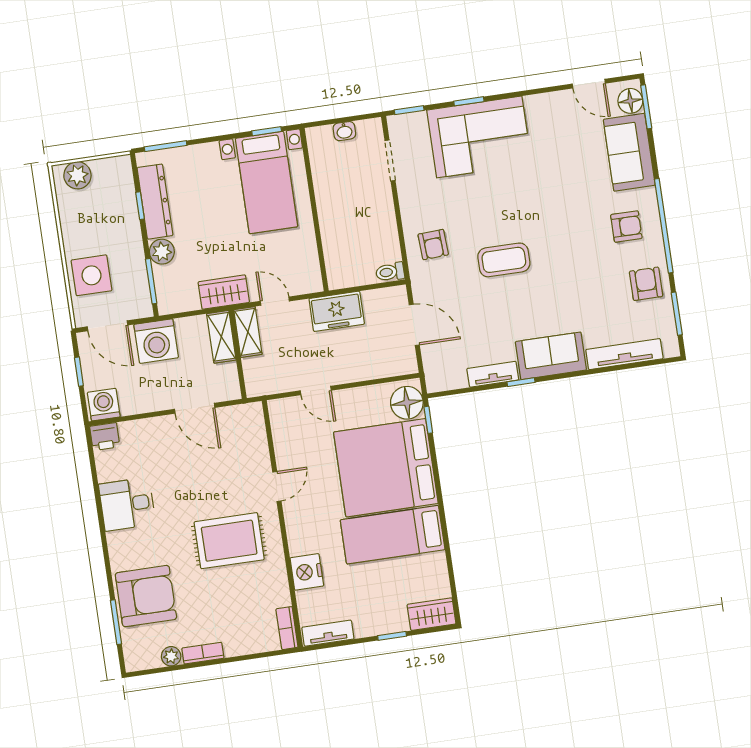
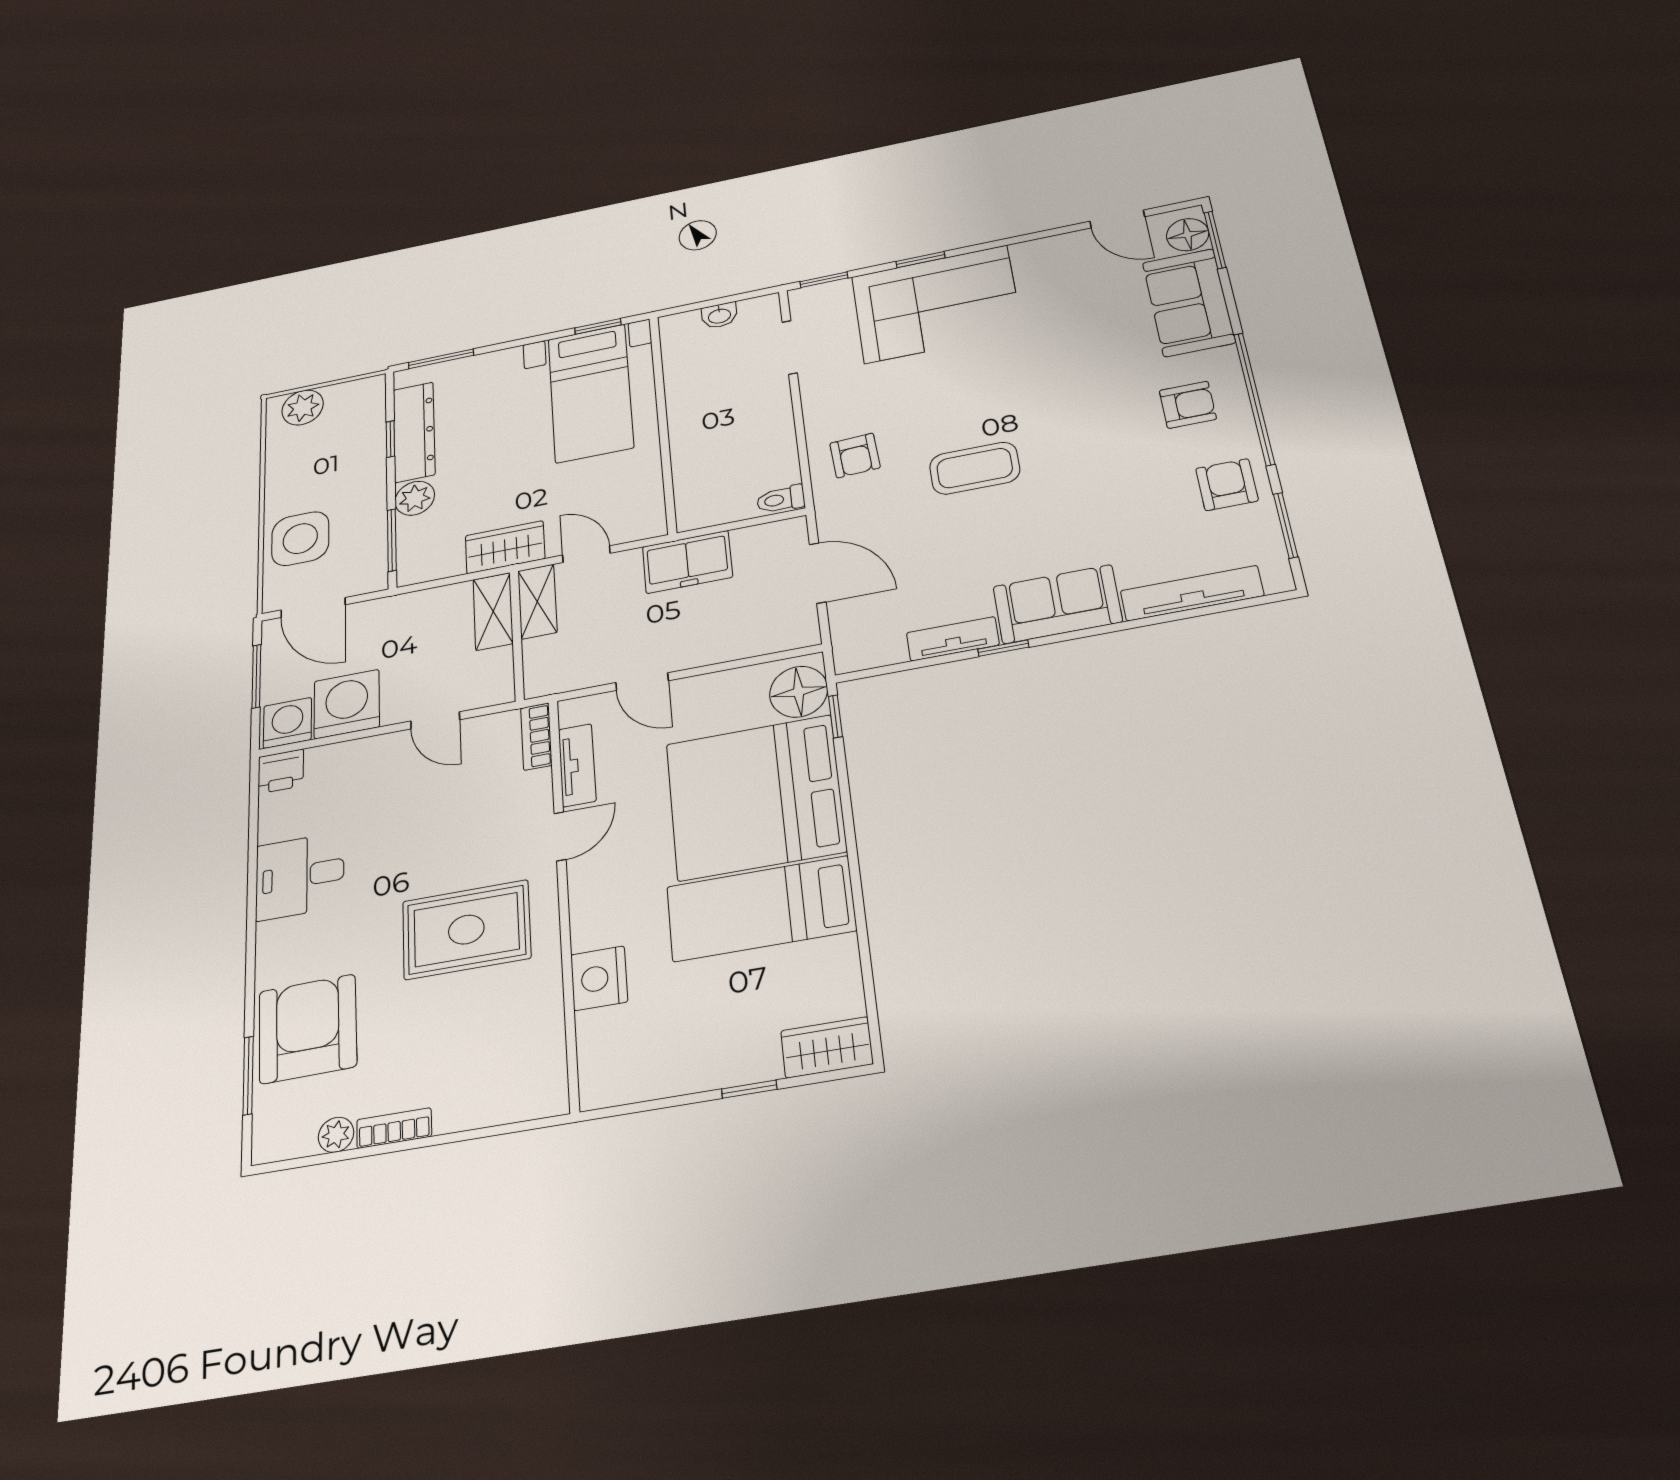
washing machine: (156, 341) -> (347, 704), moved, turned 180
window: (79, 372) -> (256, 676), width x1.50
door: (195, 408) -> (435, 720), width x0.73
armchair: (146, 596) -> (308, 1029), turned -91
bookcase: (287, 628) -> (536, 737), moved
tv unit: (328, 633) -> (577, 765), moved, turned 90

